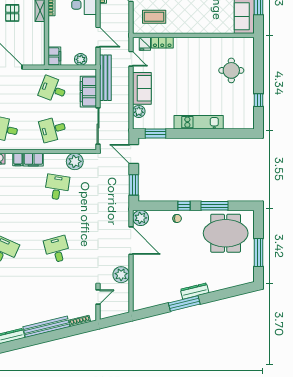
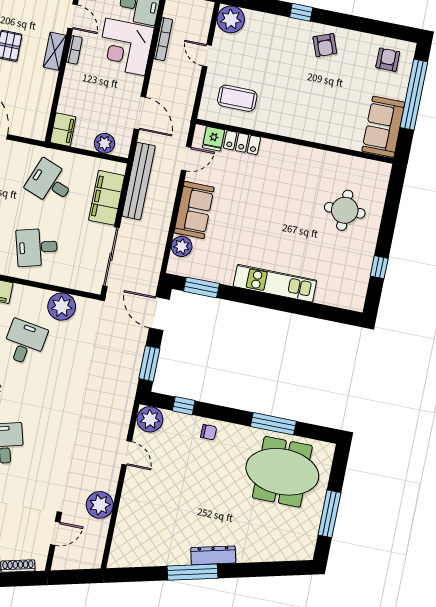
door: (131, 59) -> (186, 159), hinge flipped
window: (184, 206) -> (184, 406), moved
door: (131, 241) -> (127, 453), width x0.53

